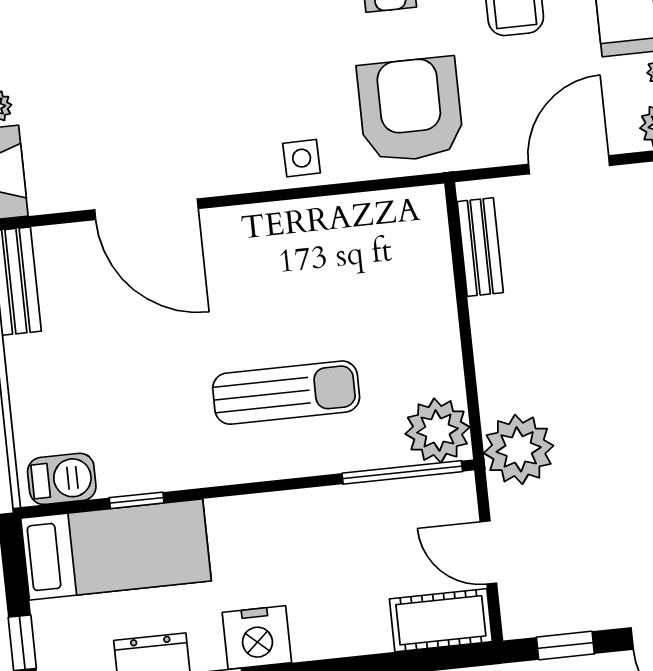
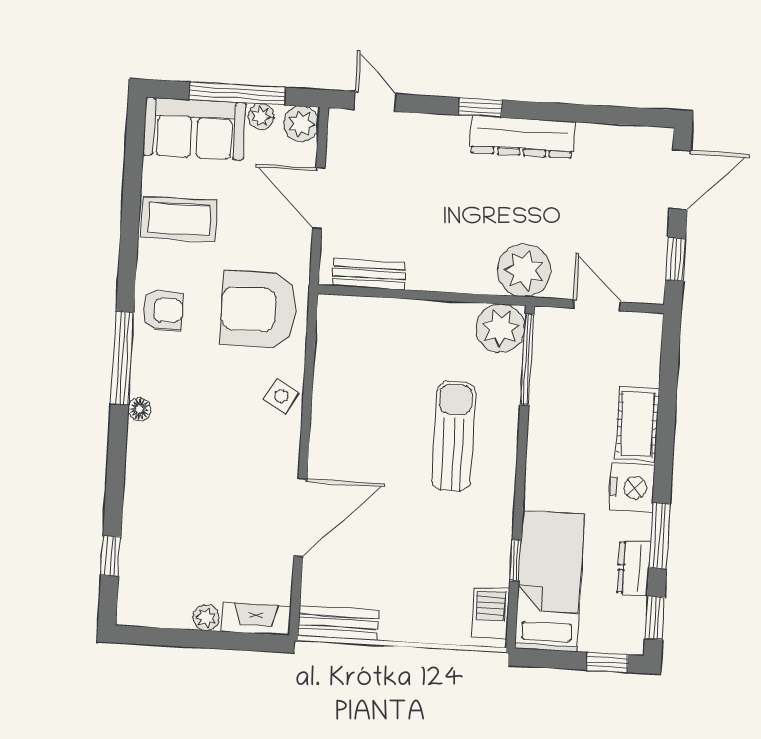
side table: (302, 158) -> (281, 396), turned 31
door: (488, 552) -> (597, 305), swing flipped
cot: (441, 620) -> (637, 424), moved

